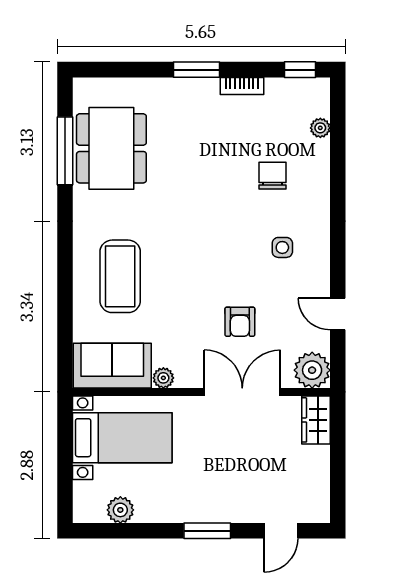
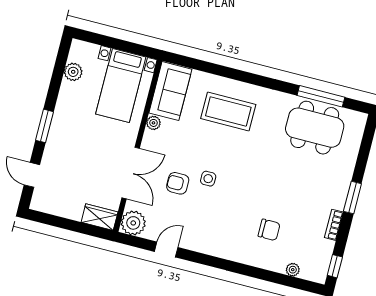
side table: (282, 247) -> (208, 179), moved

